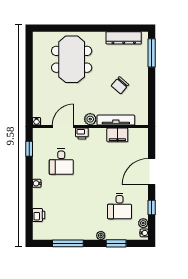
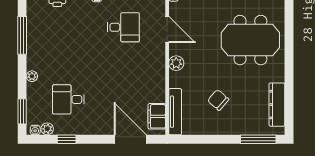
tv unit: (116, 120) -> (175, 112), moved
printer: (82, 134) -> (158, 53), removed
filing cabinet: (117, 135) -> (157, 116), moved
desk: (61, 162) -> (123, 27), turned 180
door: (152, 172) -> (130, 139), moved
window: (116, 243) -> (22, 111), moved

